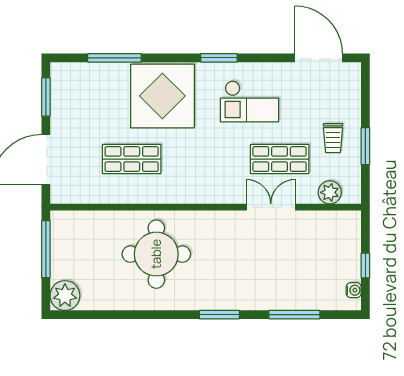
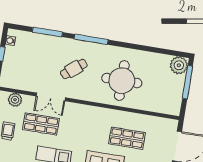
window: (46, 249) -> (187, 82), moved
cafe table: (240, 260) -> (74, 69), added
window: (219, 315) -> (91, 39), width x1.44

